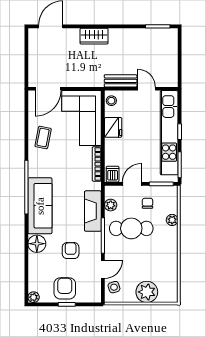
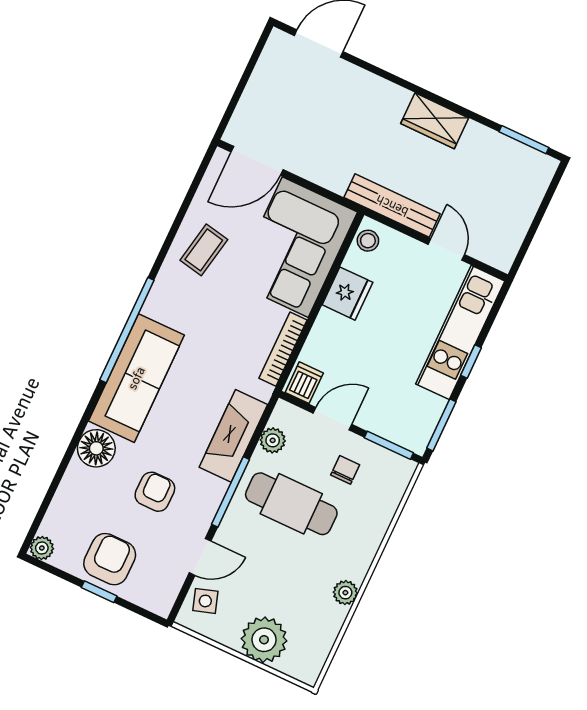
wardrobe: (94, 36) -> (435, 121), moved
bench: (121, 81) -> (392, 206), width x1.36
kitchen unit: (169, 133) -> (460, 332), width x0.73
plant: (172, 220) -> (345, 593), moved

